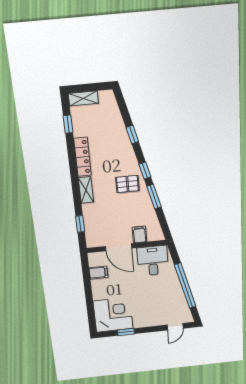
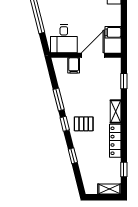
pallet: (127, 184) -> (84, 124), moved
door: (119, 247) -> (93, 55), hinge flipped

